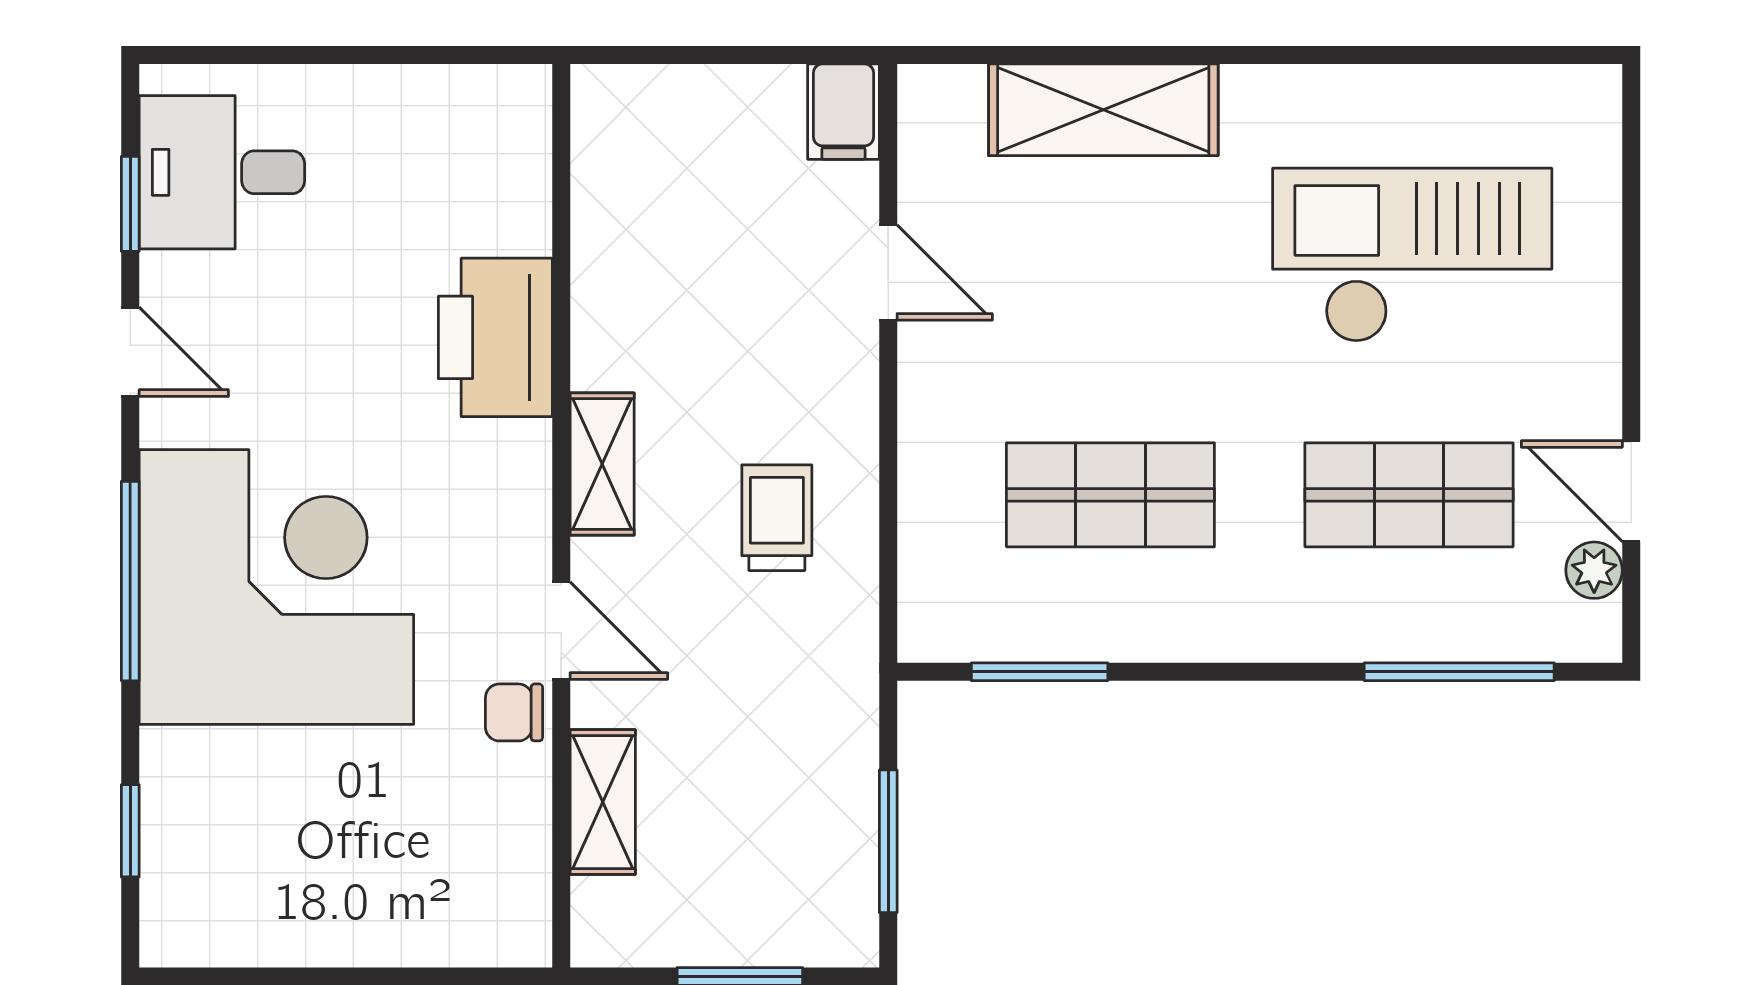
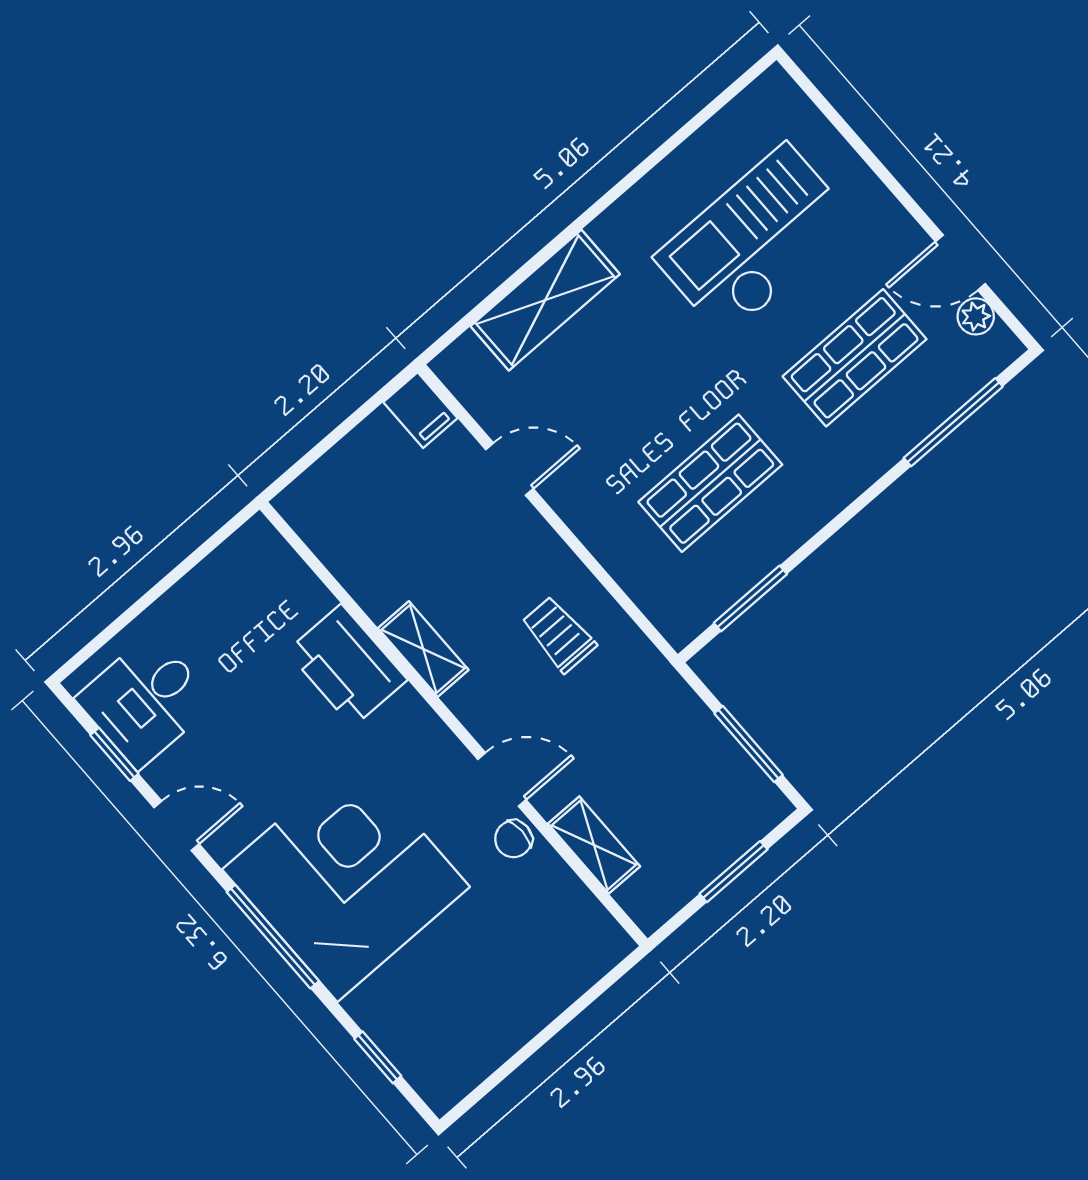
shelving: (602, 464) -> (423, 649), moved

